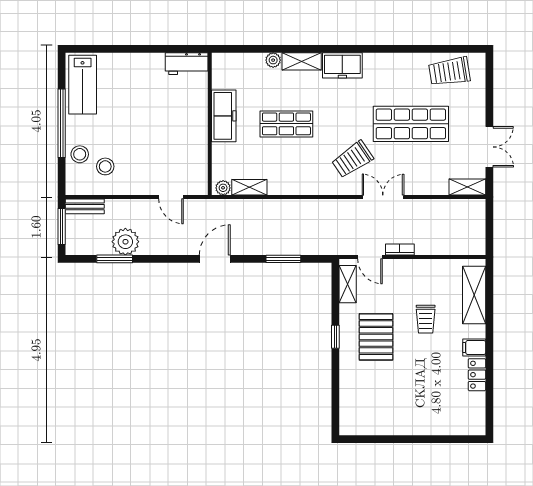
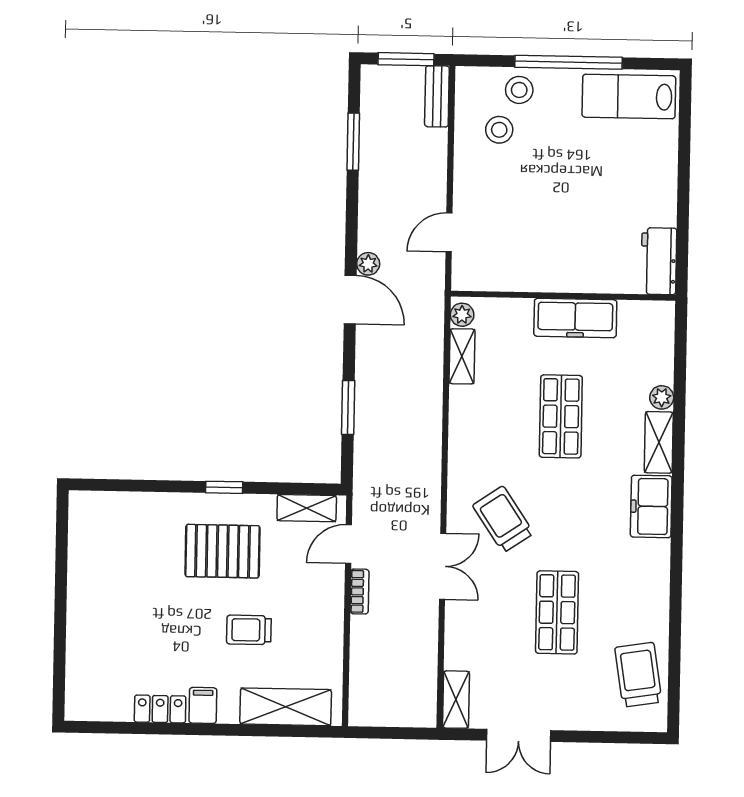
shop shelf: (411, 124) -> (557, 612), width x0.70, depth x0.74
plant: (125, 242) -> (368, 264), moved, width x0.53, depth x0.53

